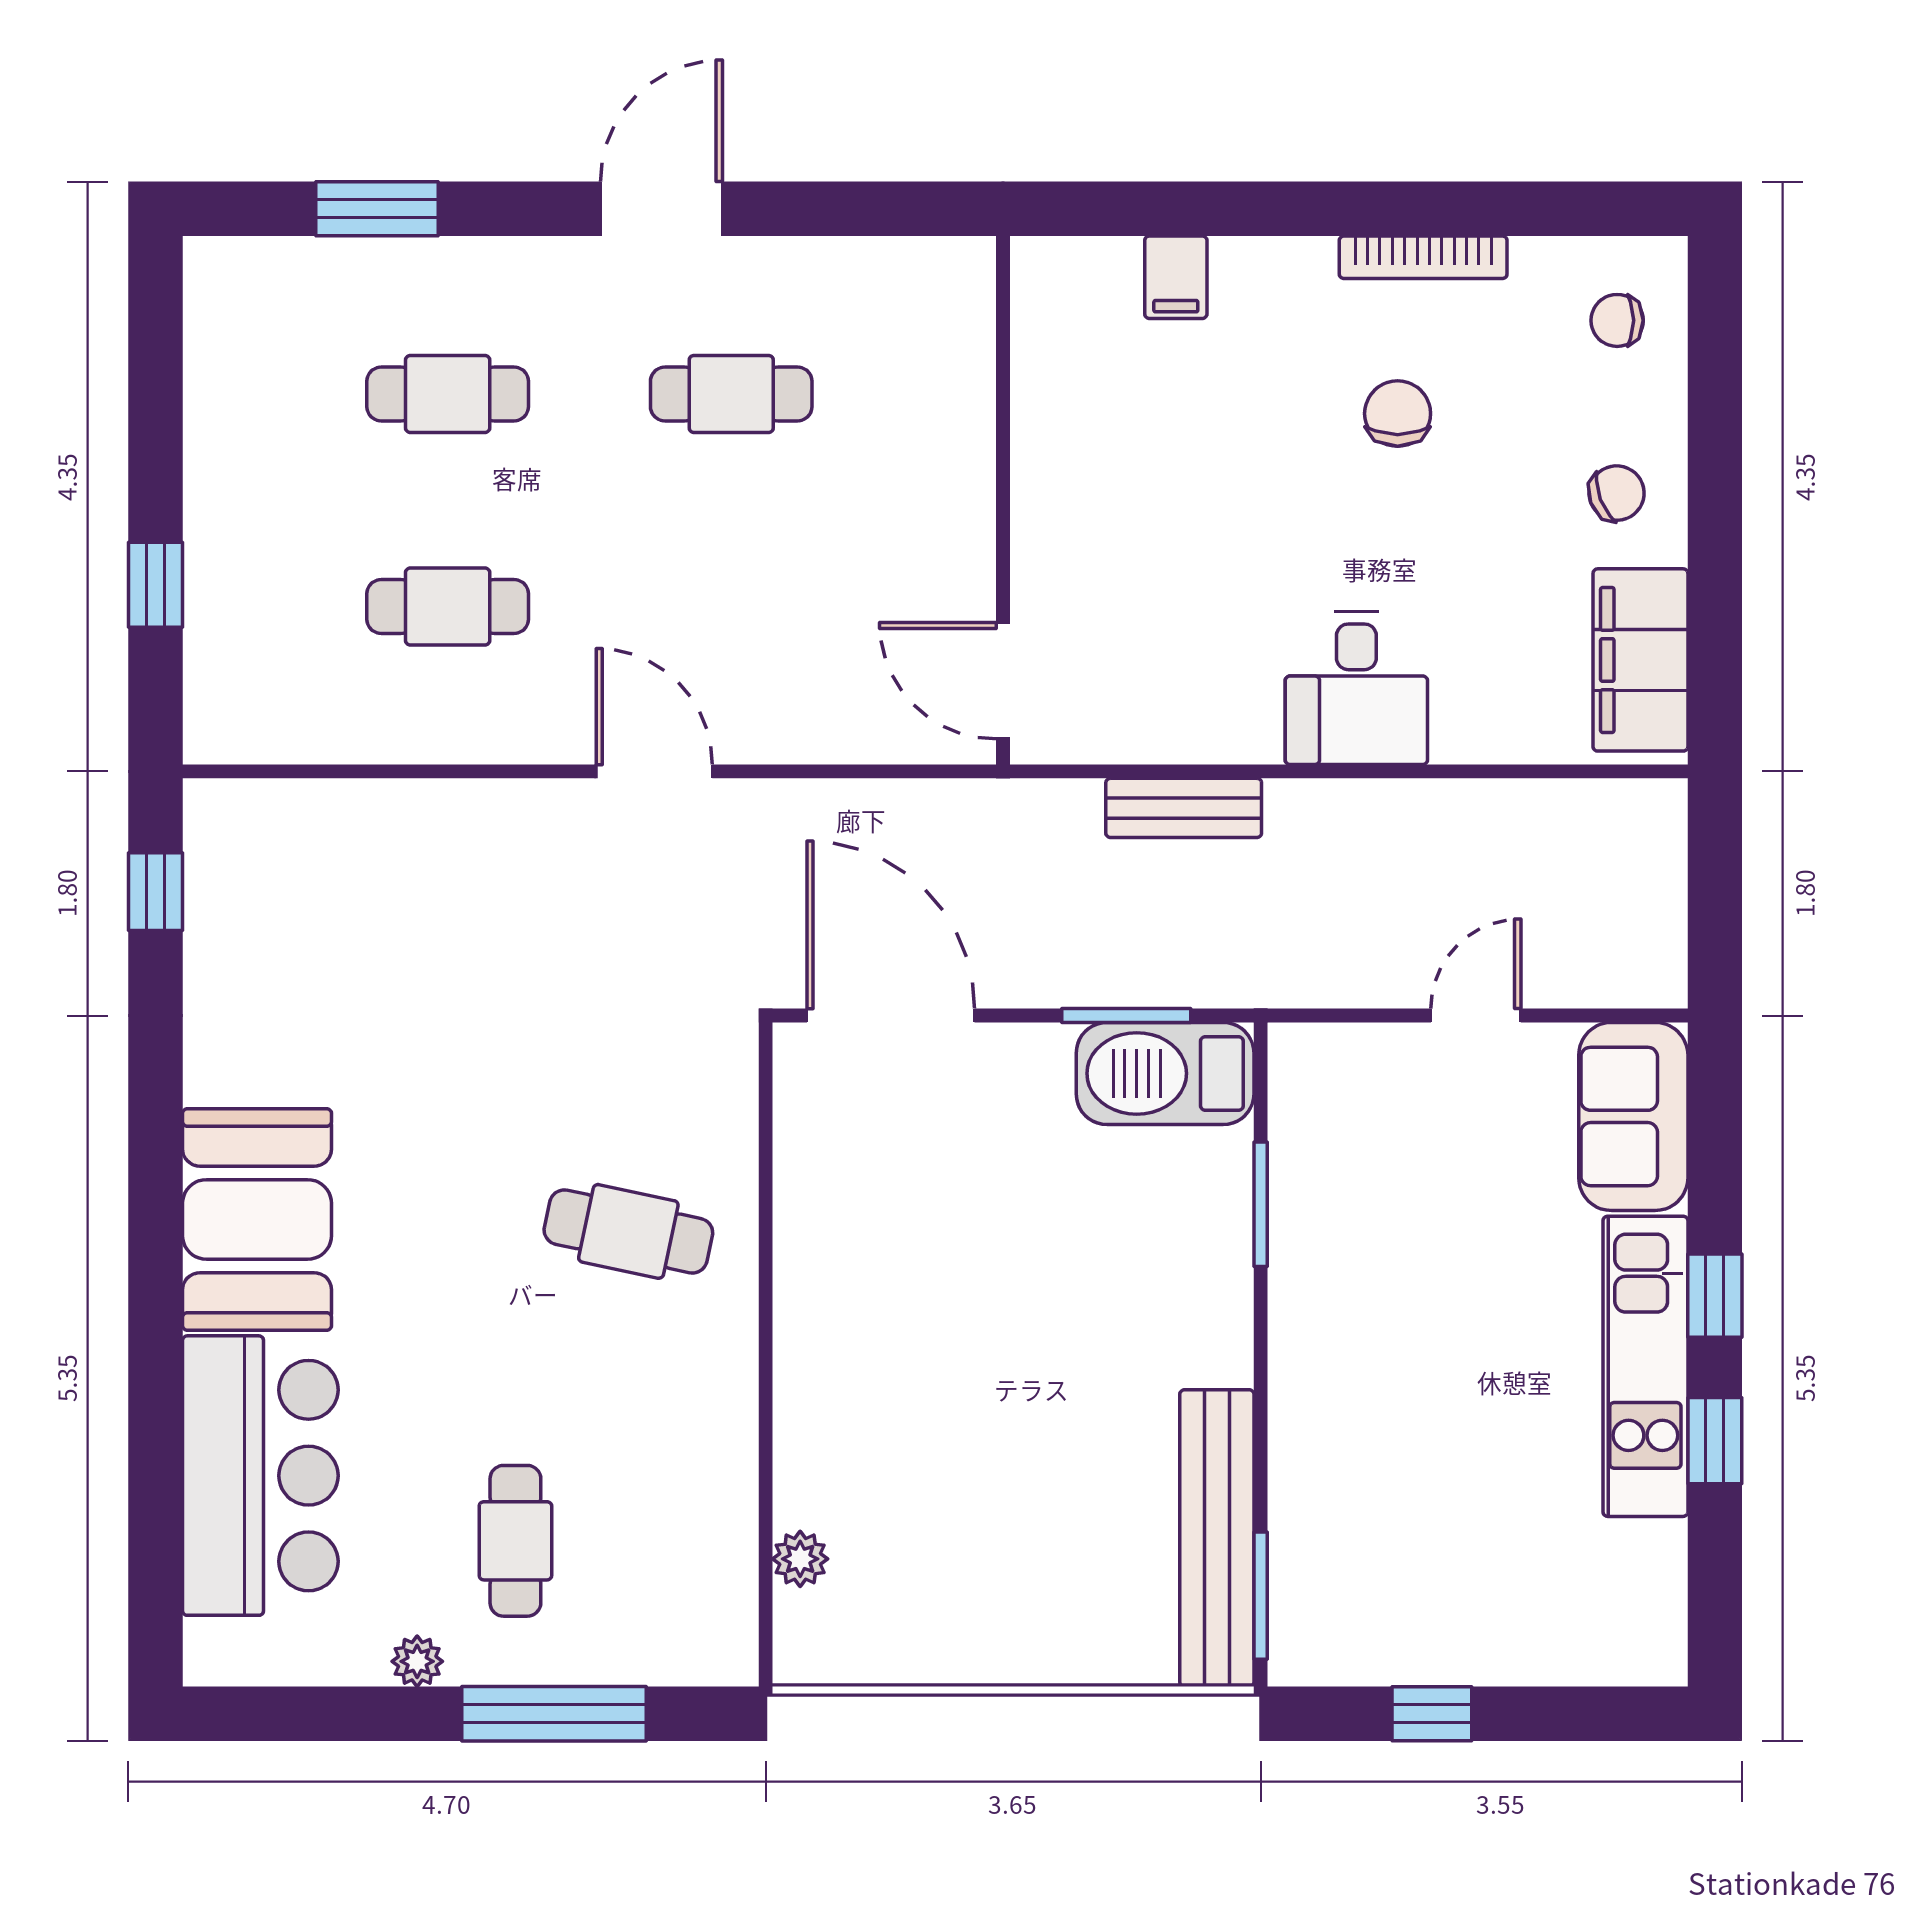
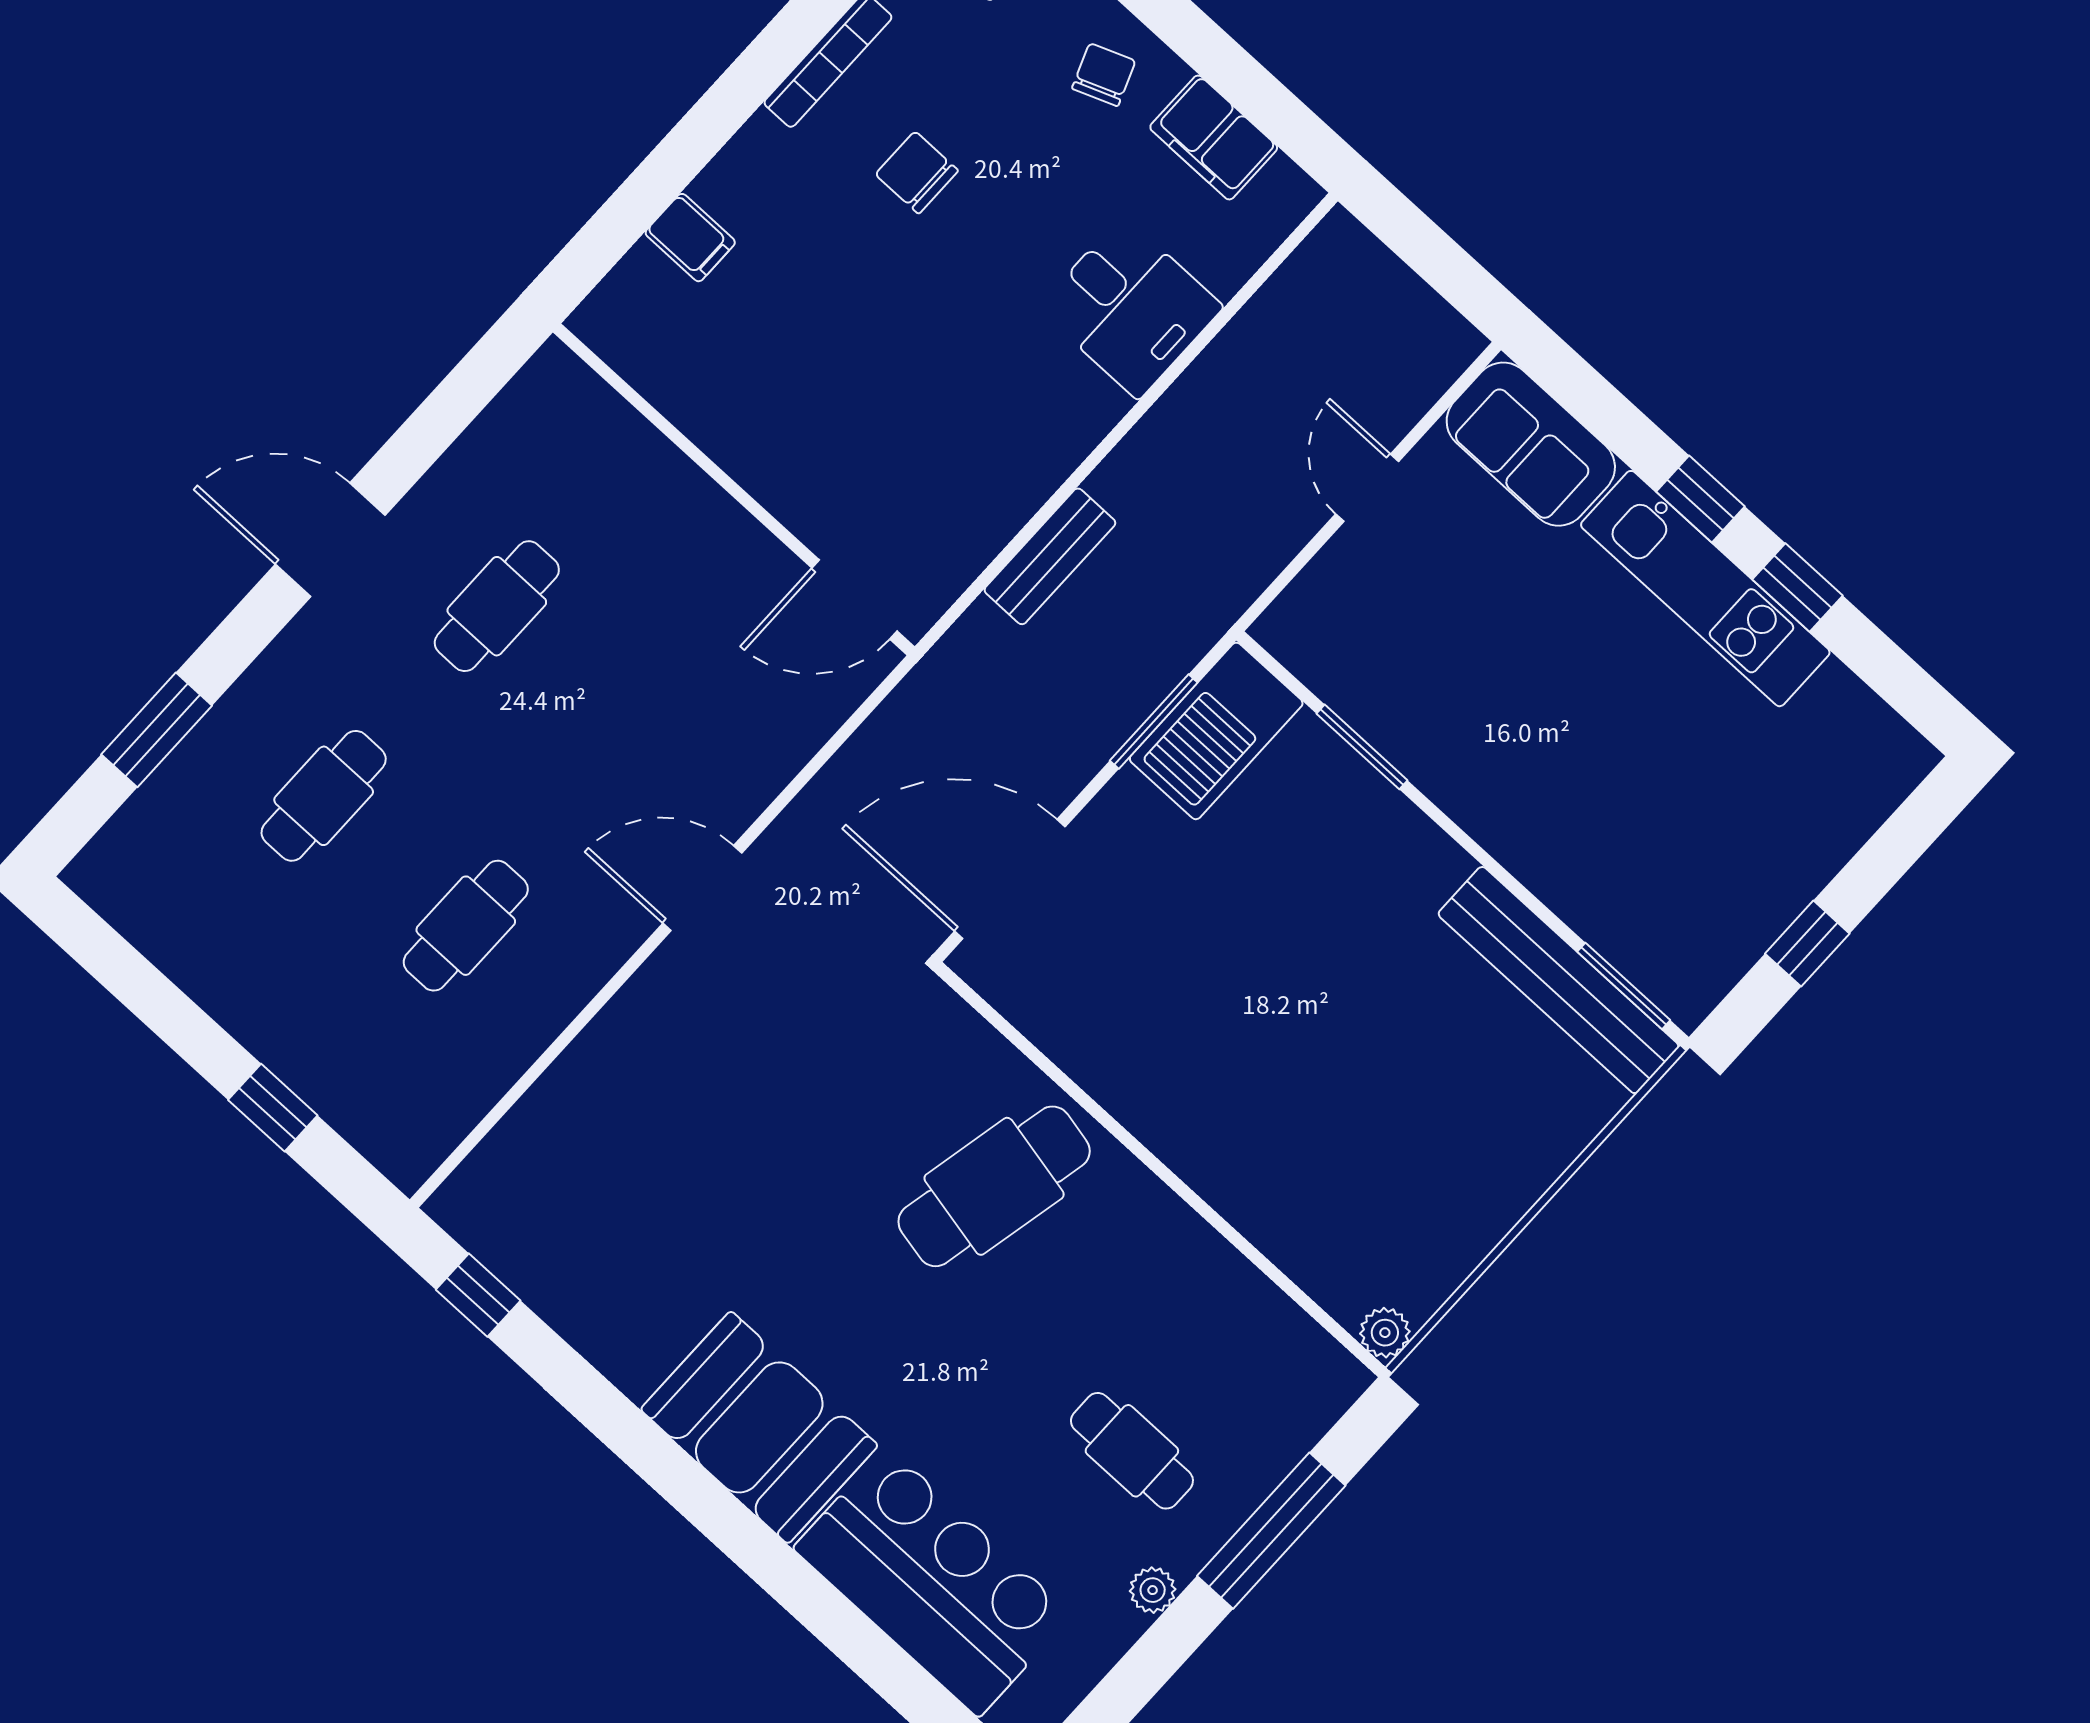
door: (661, 209) -> (330, 540), hinge flipped
filing cabinet: (1640, 660) -> (1214, 137), width x0.67, depth x0.86
desk: (1356, 688) -> (1130, 307), moved
cafe table: (628, 1231) -> (994, 1186), width x1.37, depth x1.35
plant: (800, 1559) -> (1385, 1333), moved

